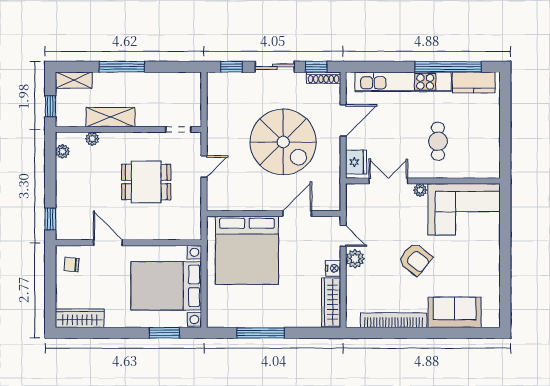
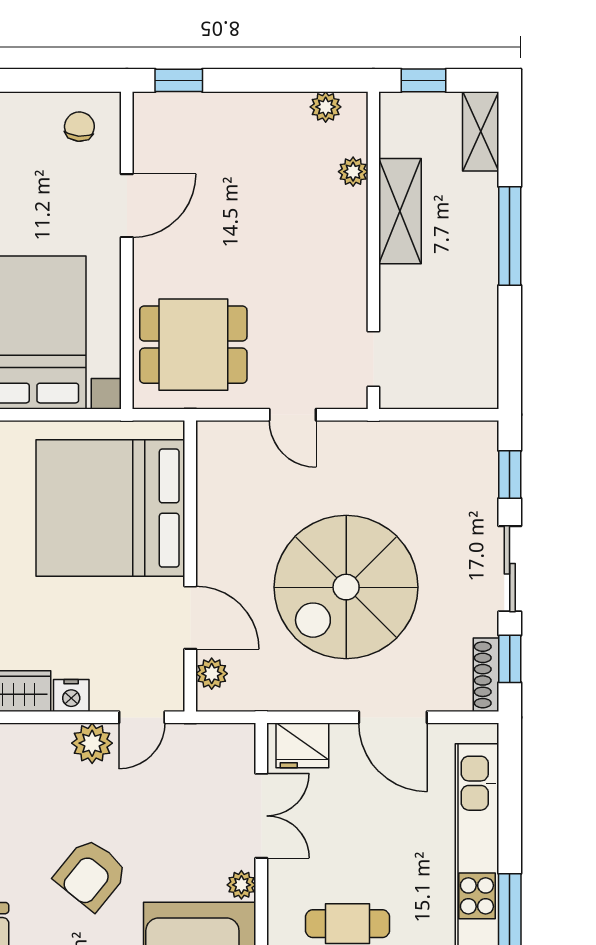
dining table: (146, 182) -> (193, 345), moved, turned 90
plant: (323, 204) -> (212, 674), added

